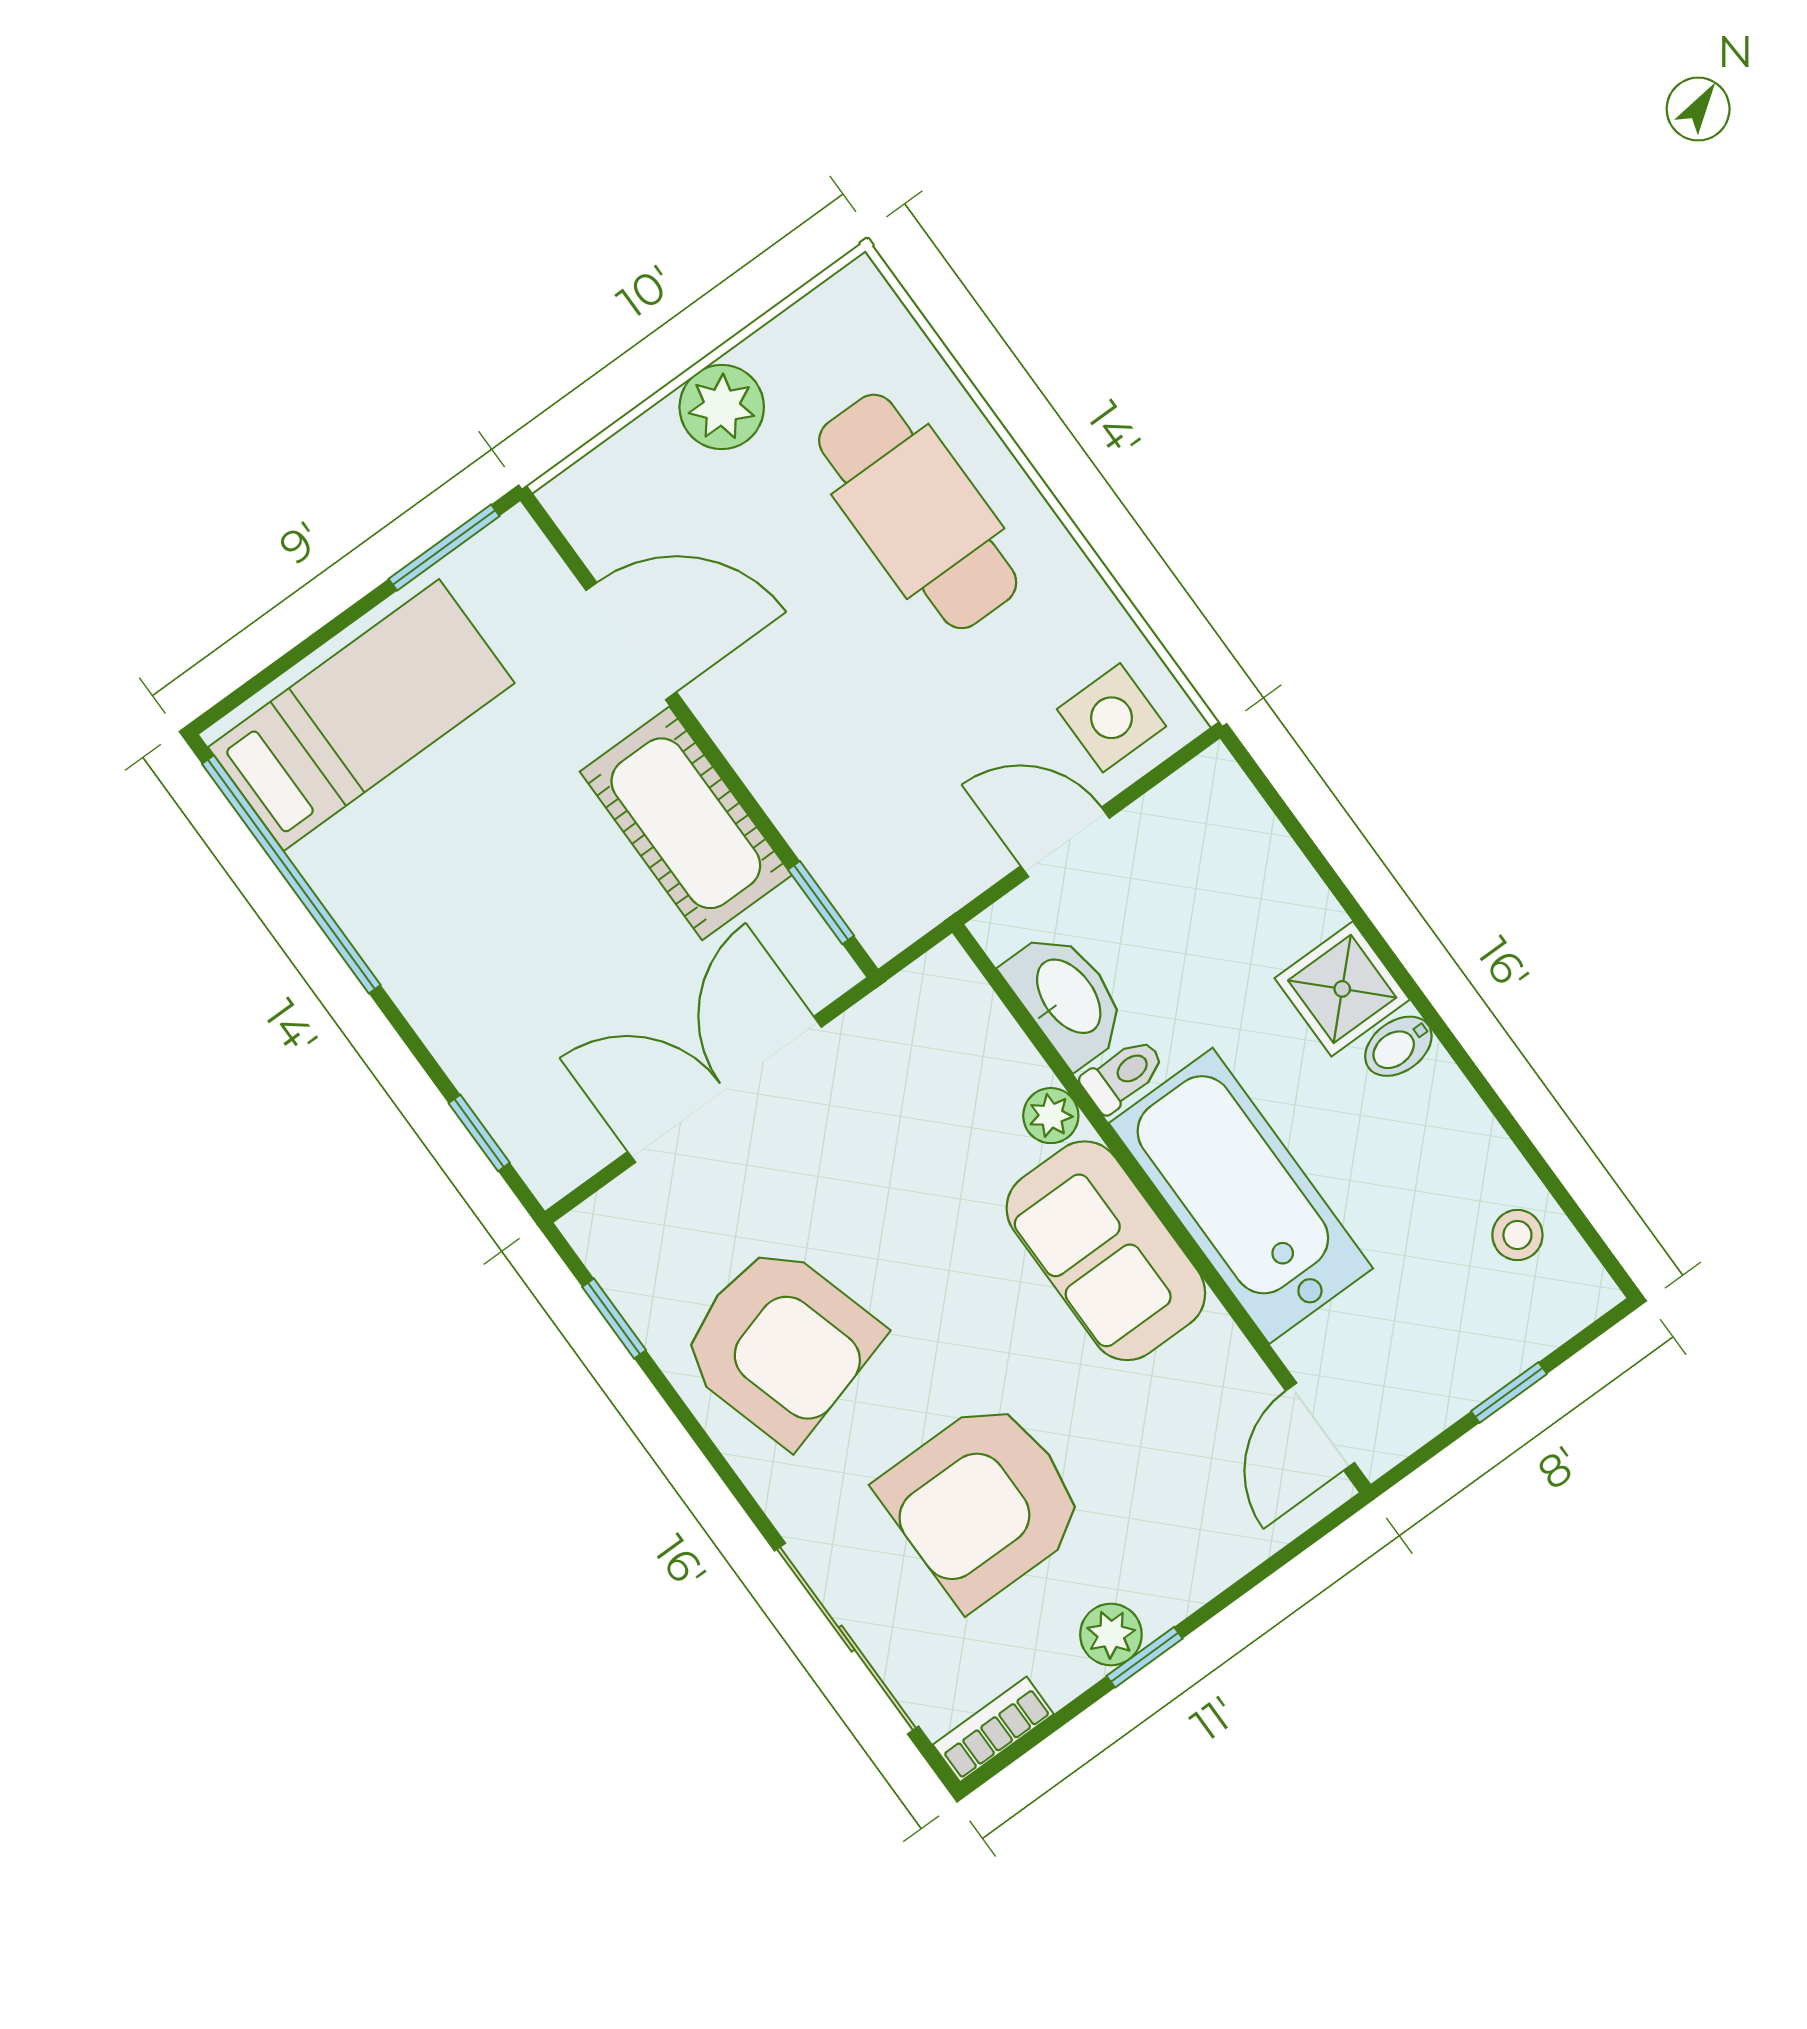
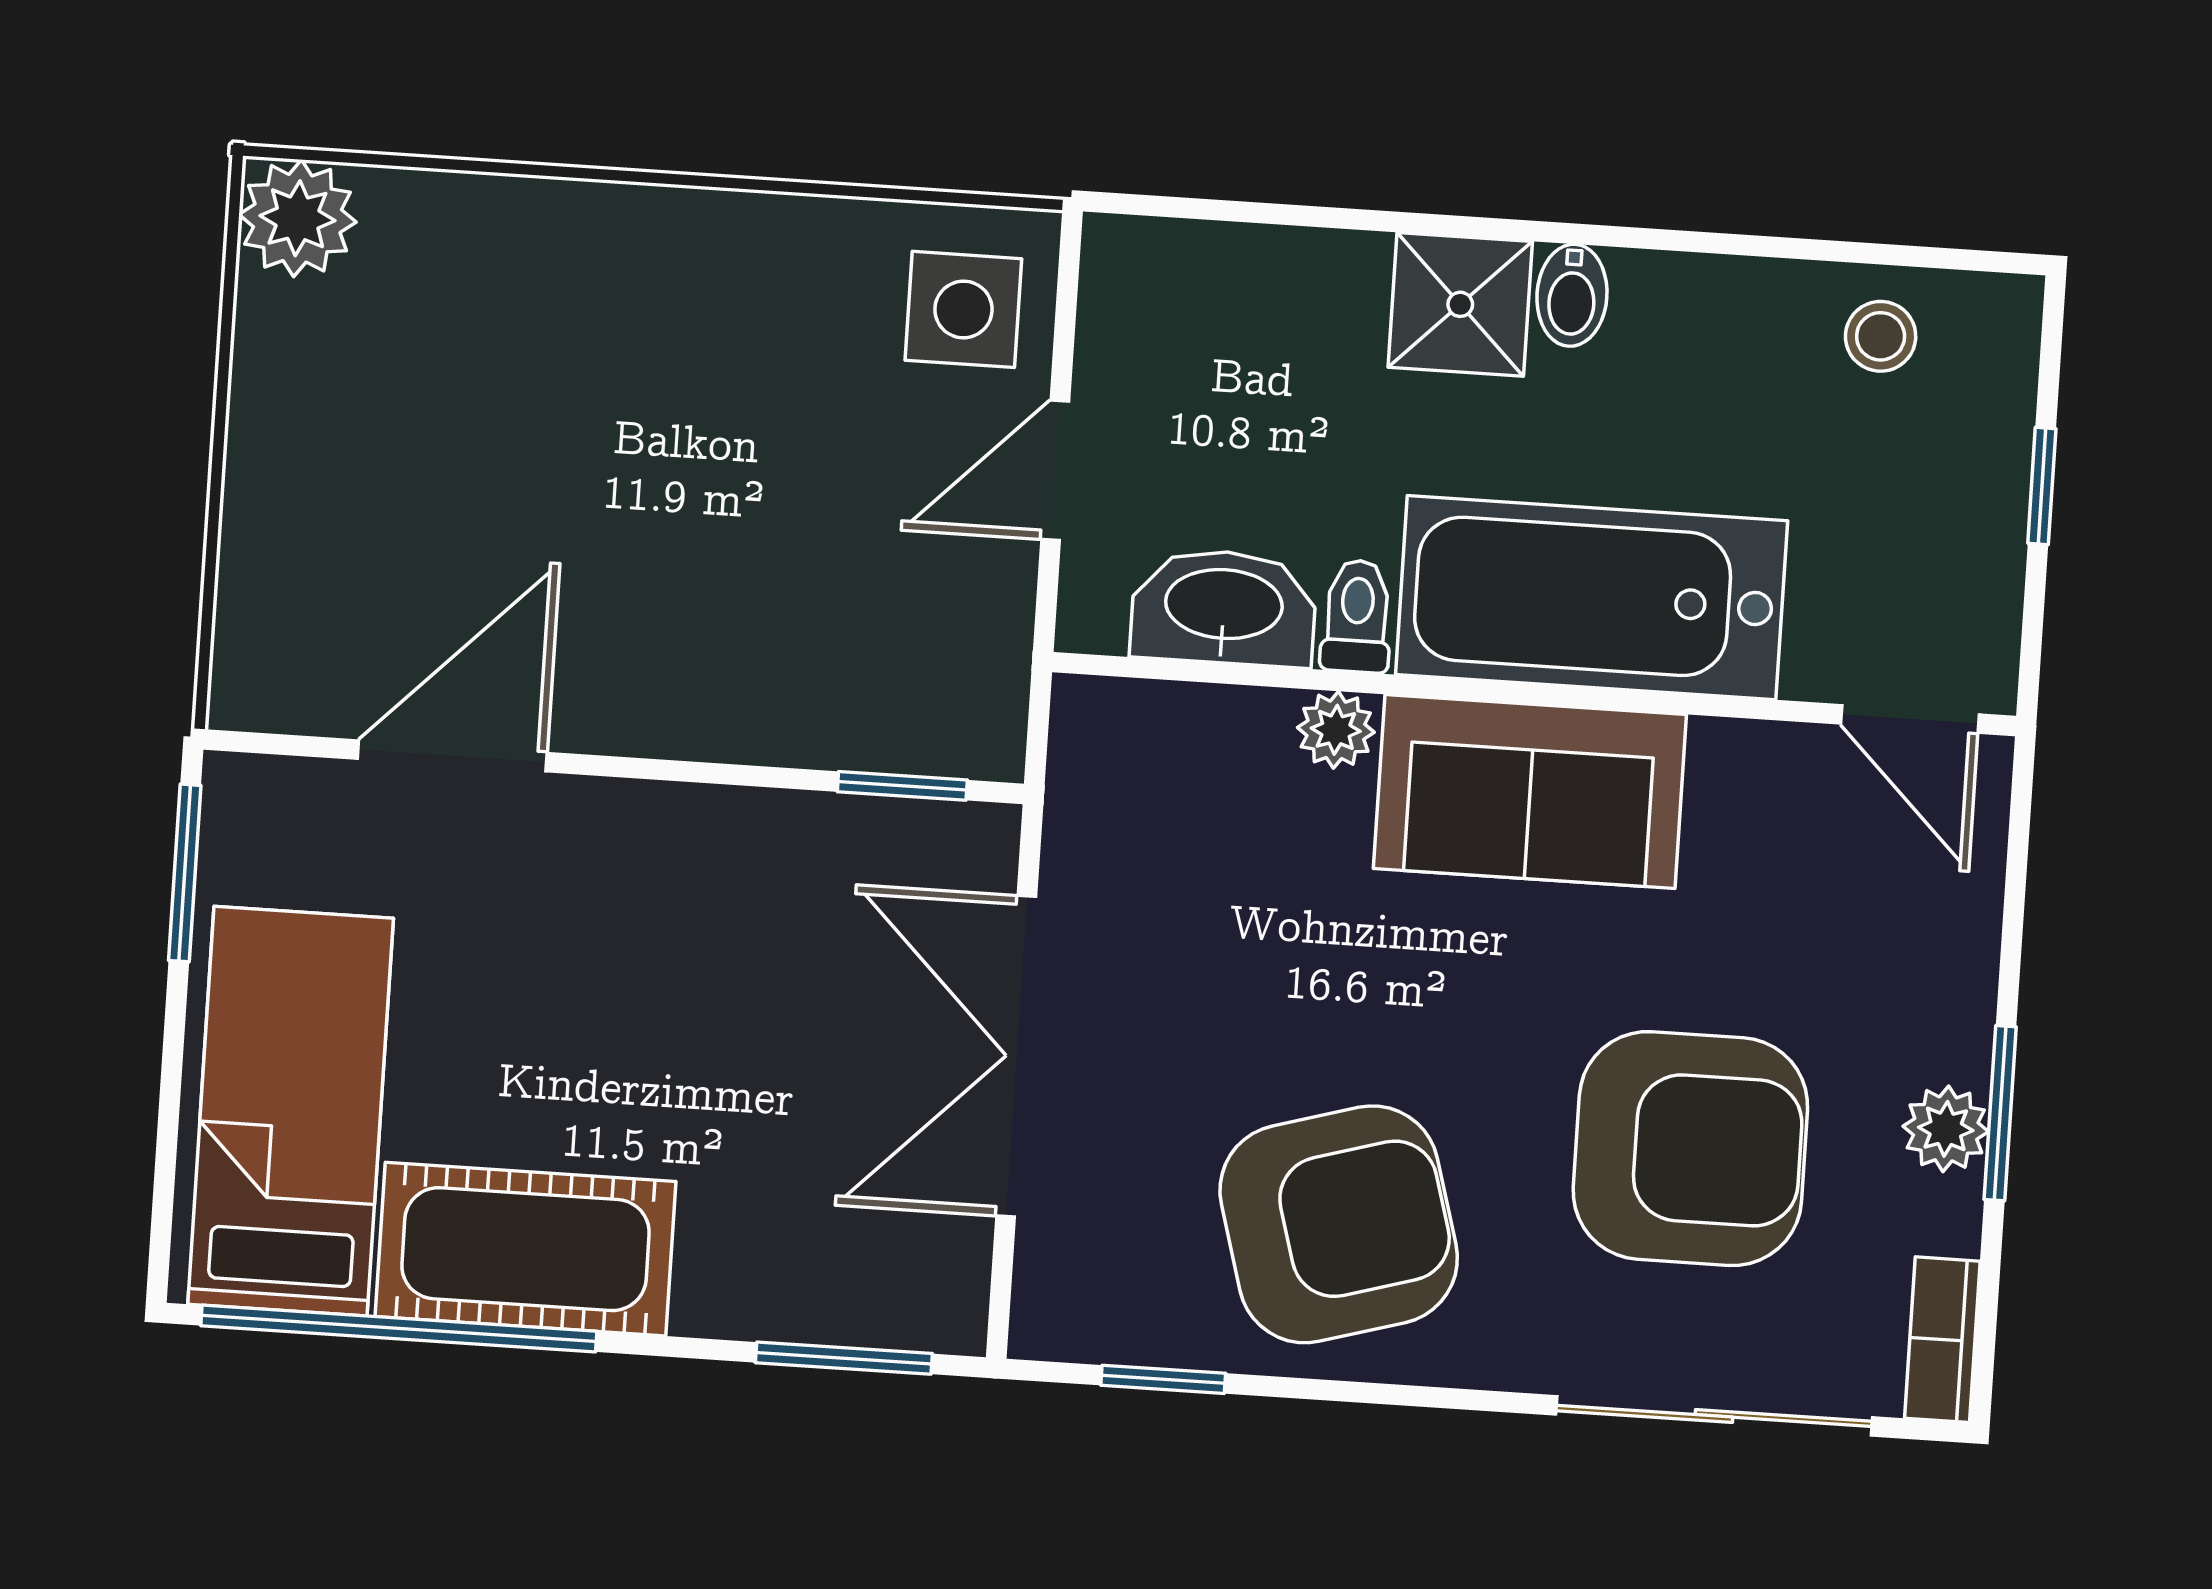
plant: (722, 407) -> (298, 218), moved
cafe table: (918, 511) -> (569, 333), removed
cot: (686, 823) -> (525, 1249), moved
window: (479, 1133) -> (844, 1358), width x1.50
armchair: (983, 1503) -> (1690, 1149), turned -90
window: (1145, 1657) -> (2000, 1113), width x1.50

